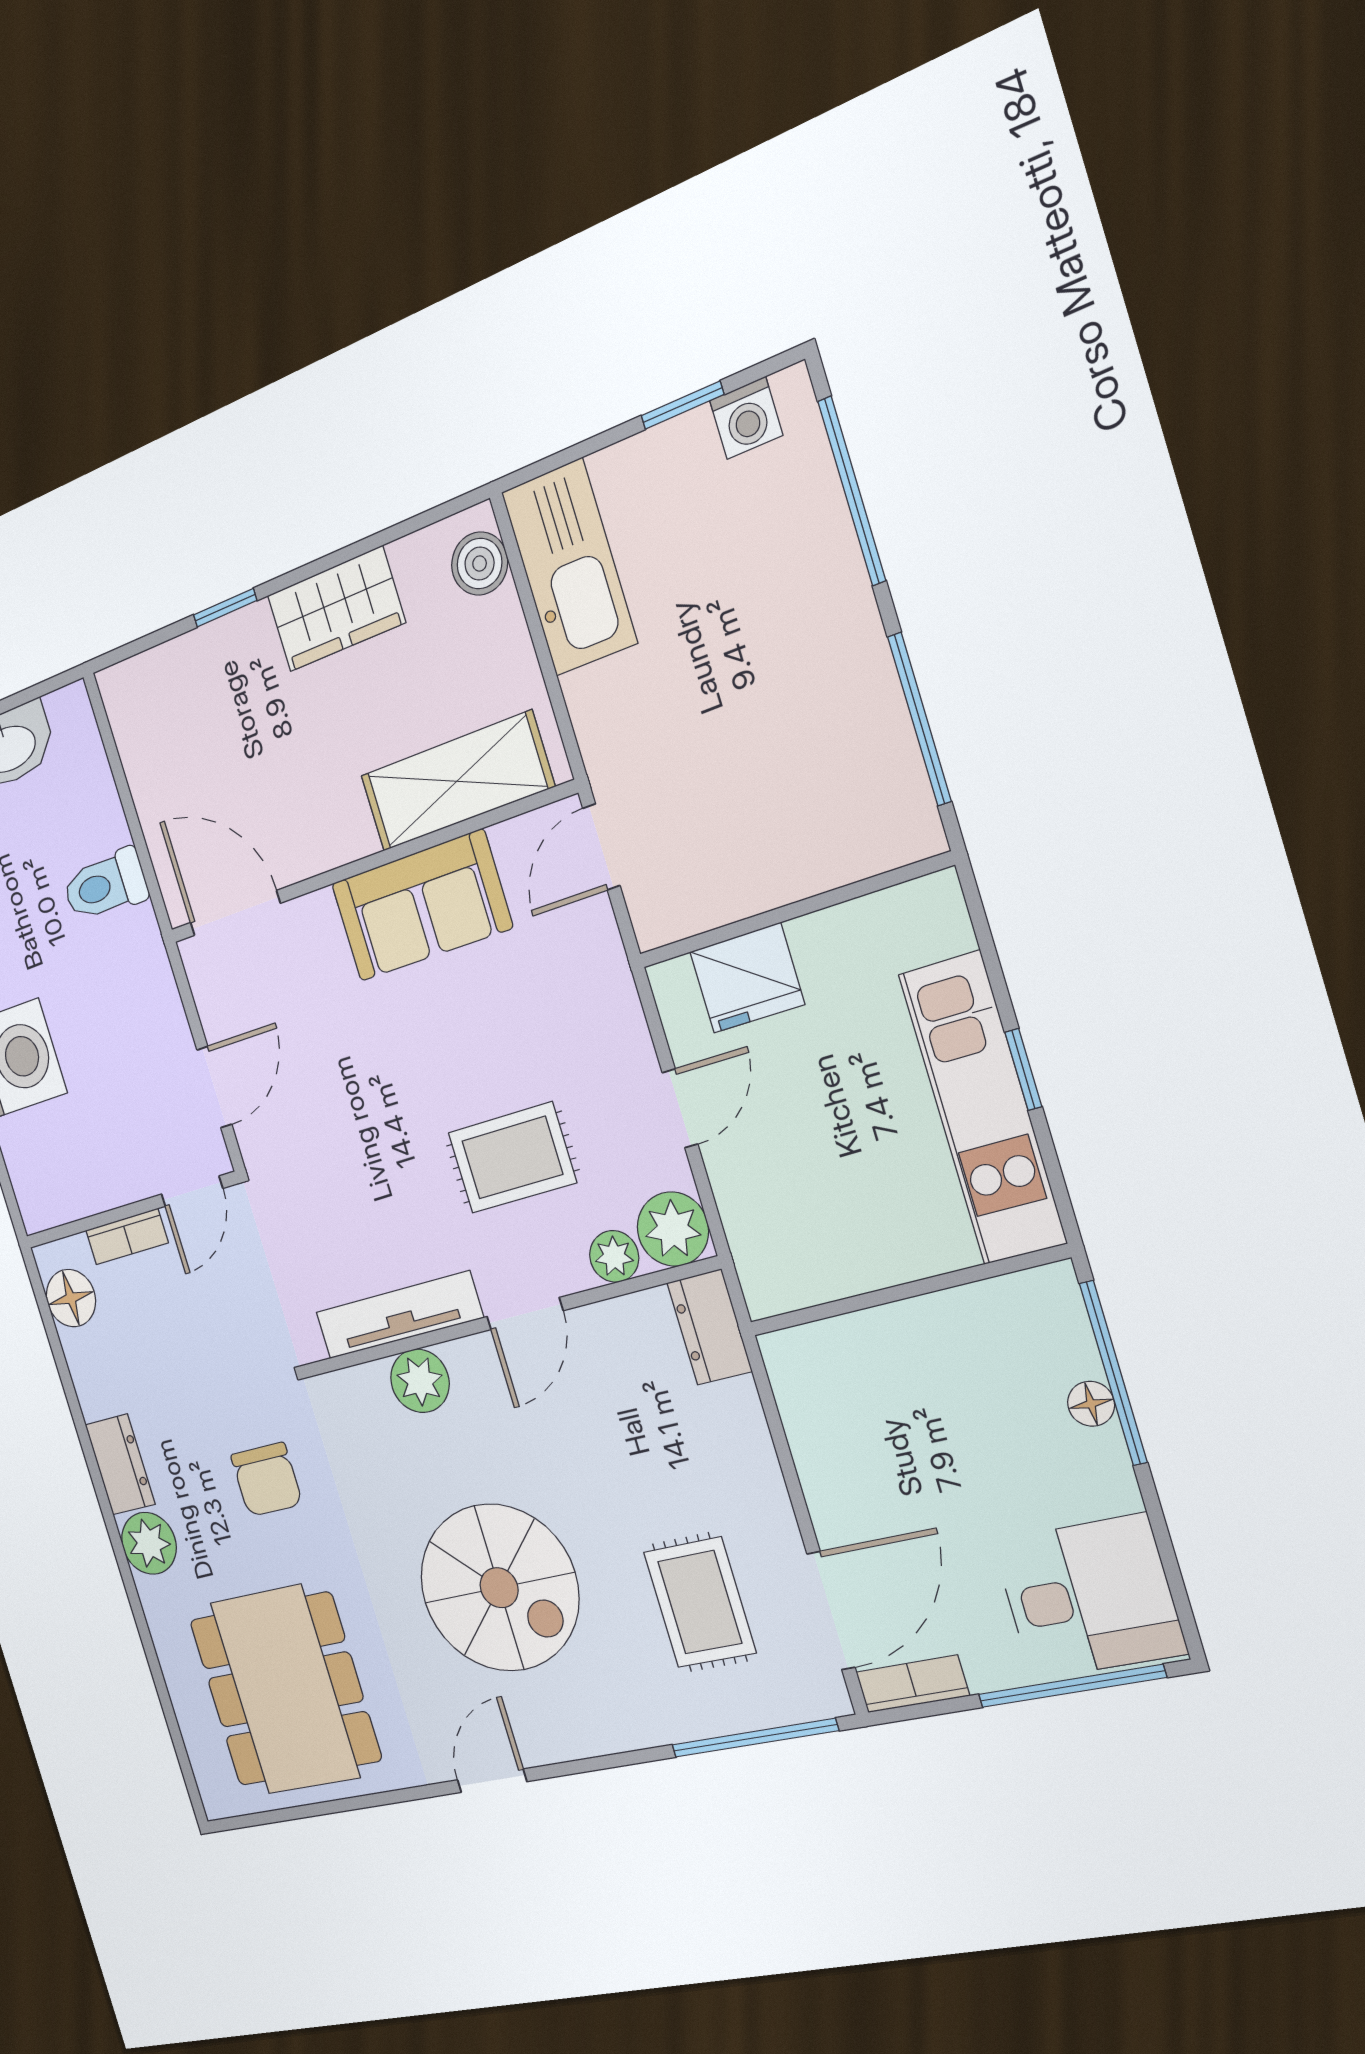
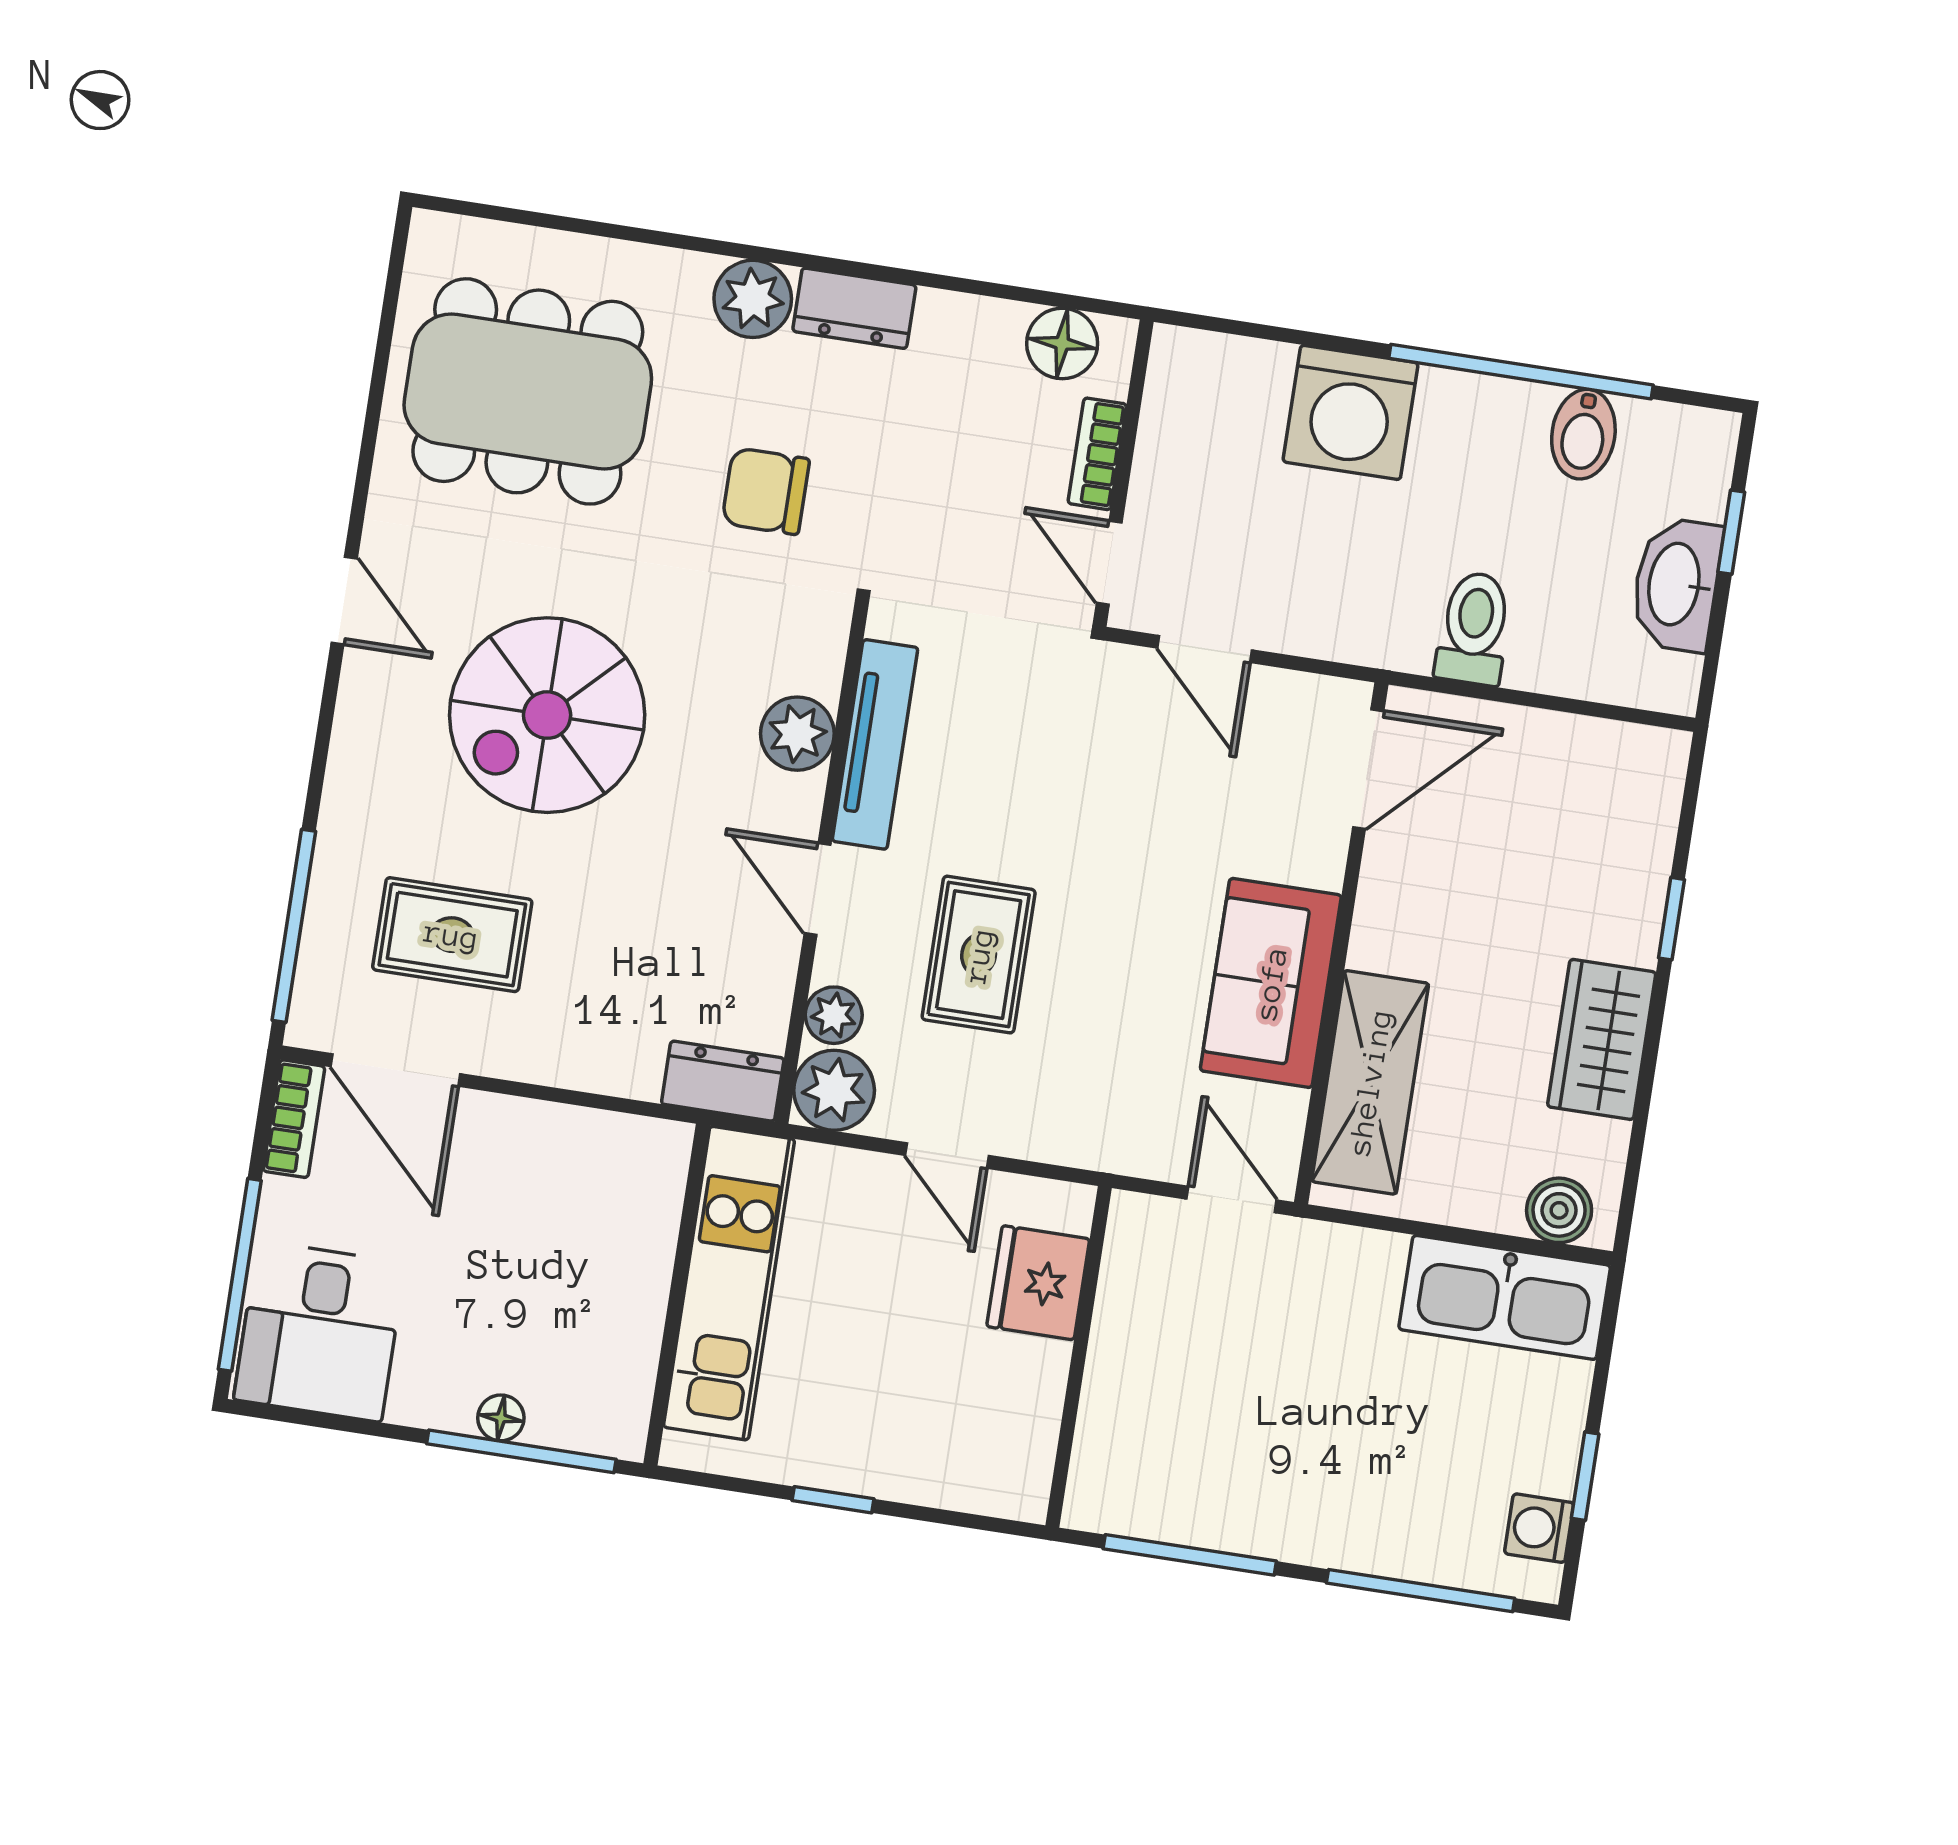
kitchen unit: (983, 1108) -> (729, 1283), moved, turned 90

